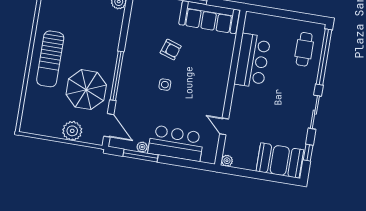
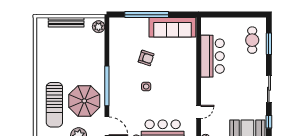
window: (324, 57) -> (269, 44), width x0.47
sun lounger: (50, 59) -> (54, 105), moved
door: (224, 126) -> (199, 112), swing flipped

